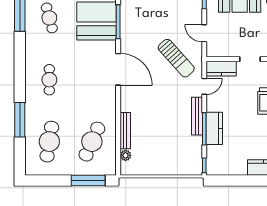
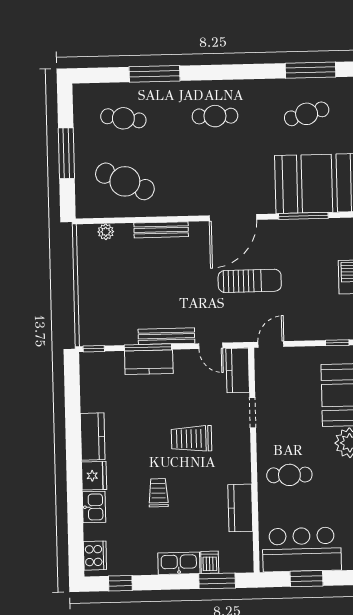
door: (204, 33) -> (271, 344), moved
sun lounger: (176, 58) -> (250, 281), moved, turned -138
bench: (125, 131) -> (161, 230), moved
cafe table: (49, 142) -> (123, 118), width x0.73, depth x0.74
window: (88, 181) -> (66, 153), moved

